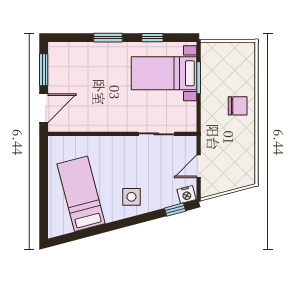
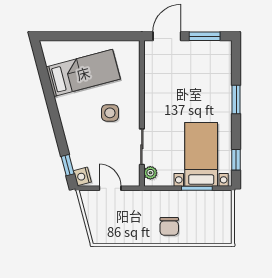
window: (152, 38) -> (236, 160), moved
door: (44, 108) -> (167, 36), swing flipped
plant: (183, 125) -> (150, 173), added
side table: (131, 197) -> (110, 113), moved

